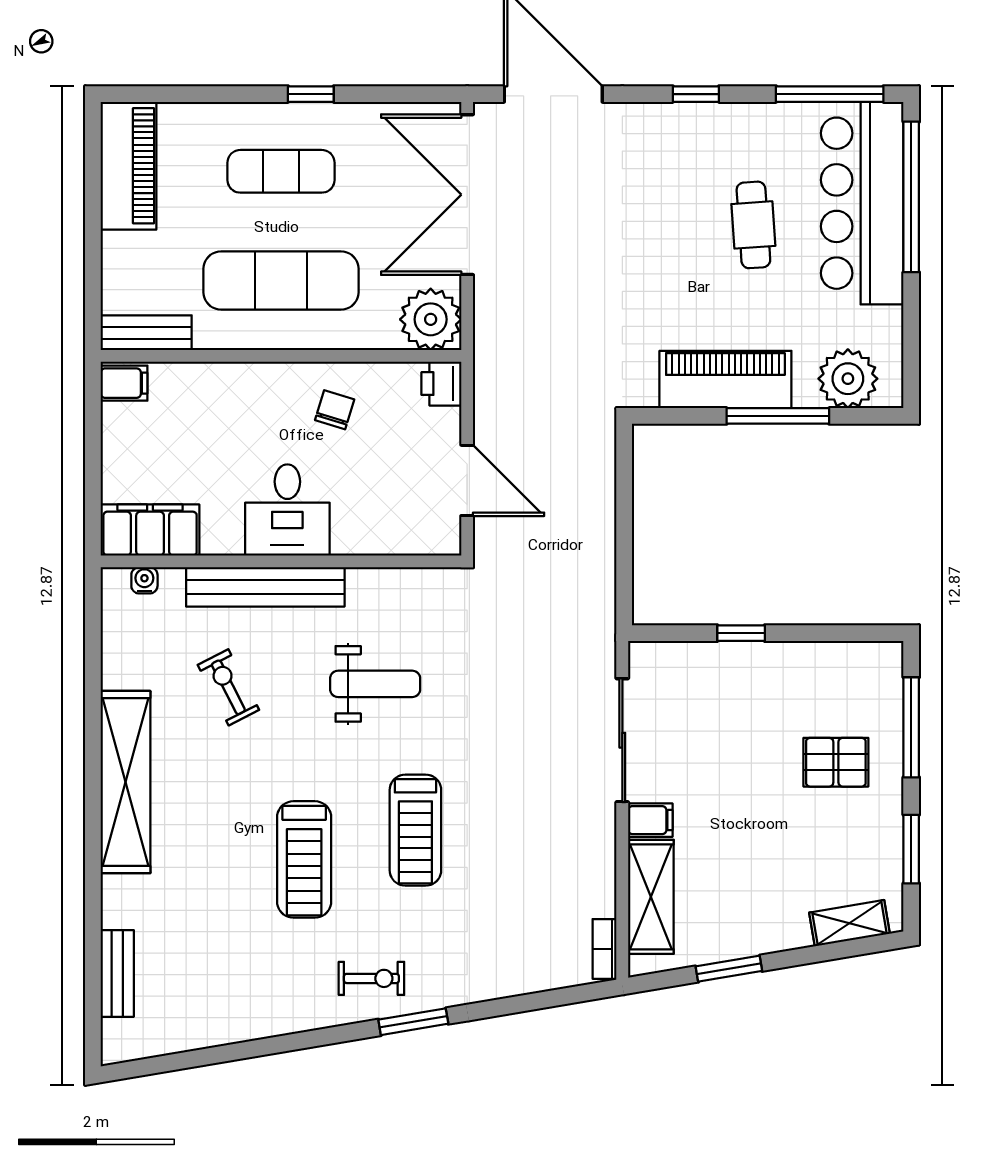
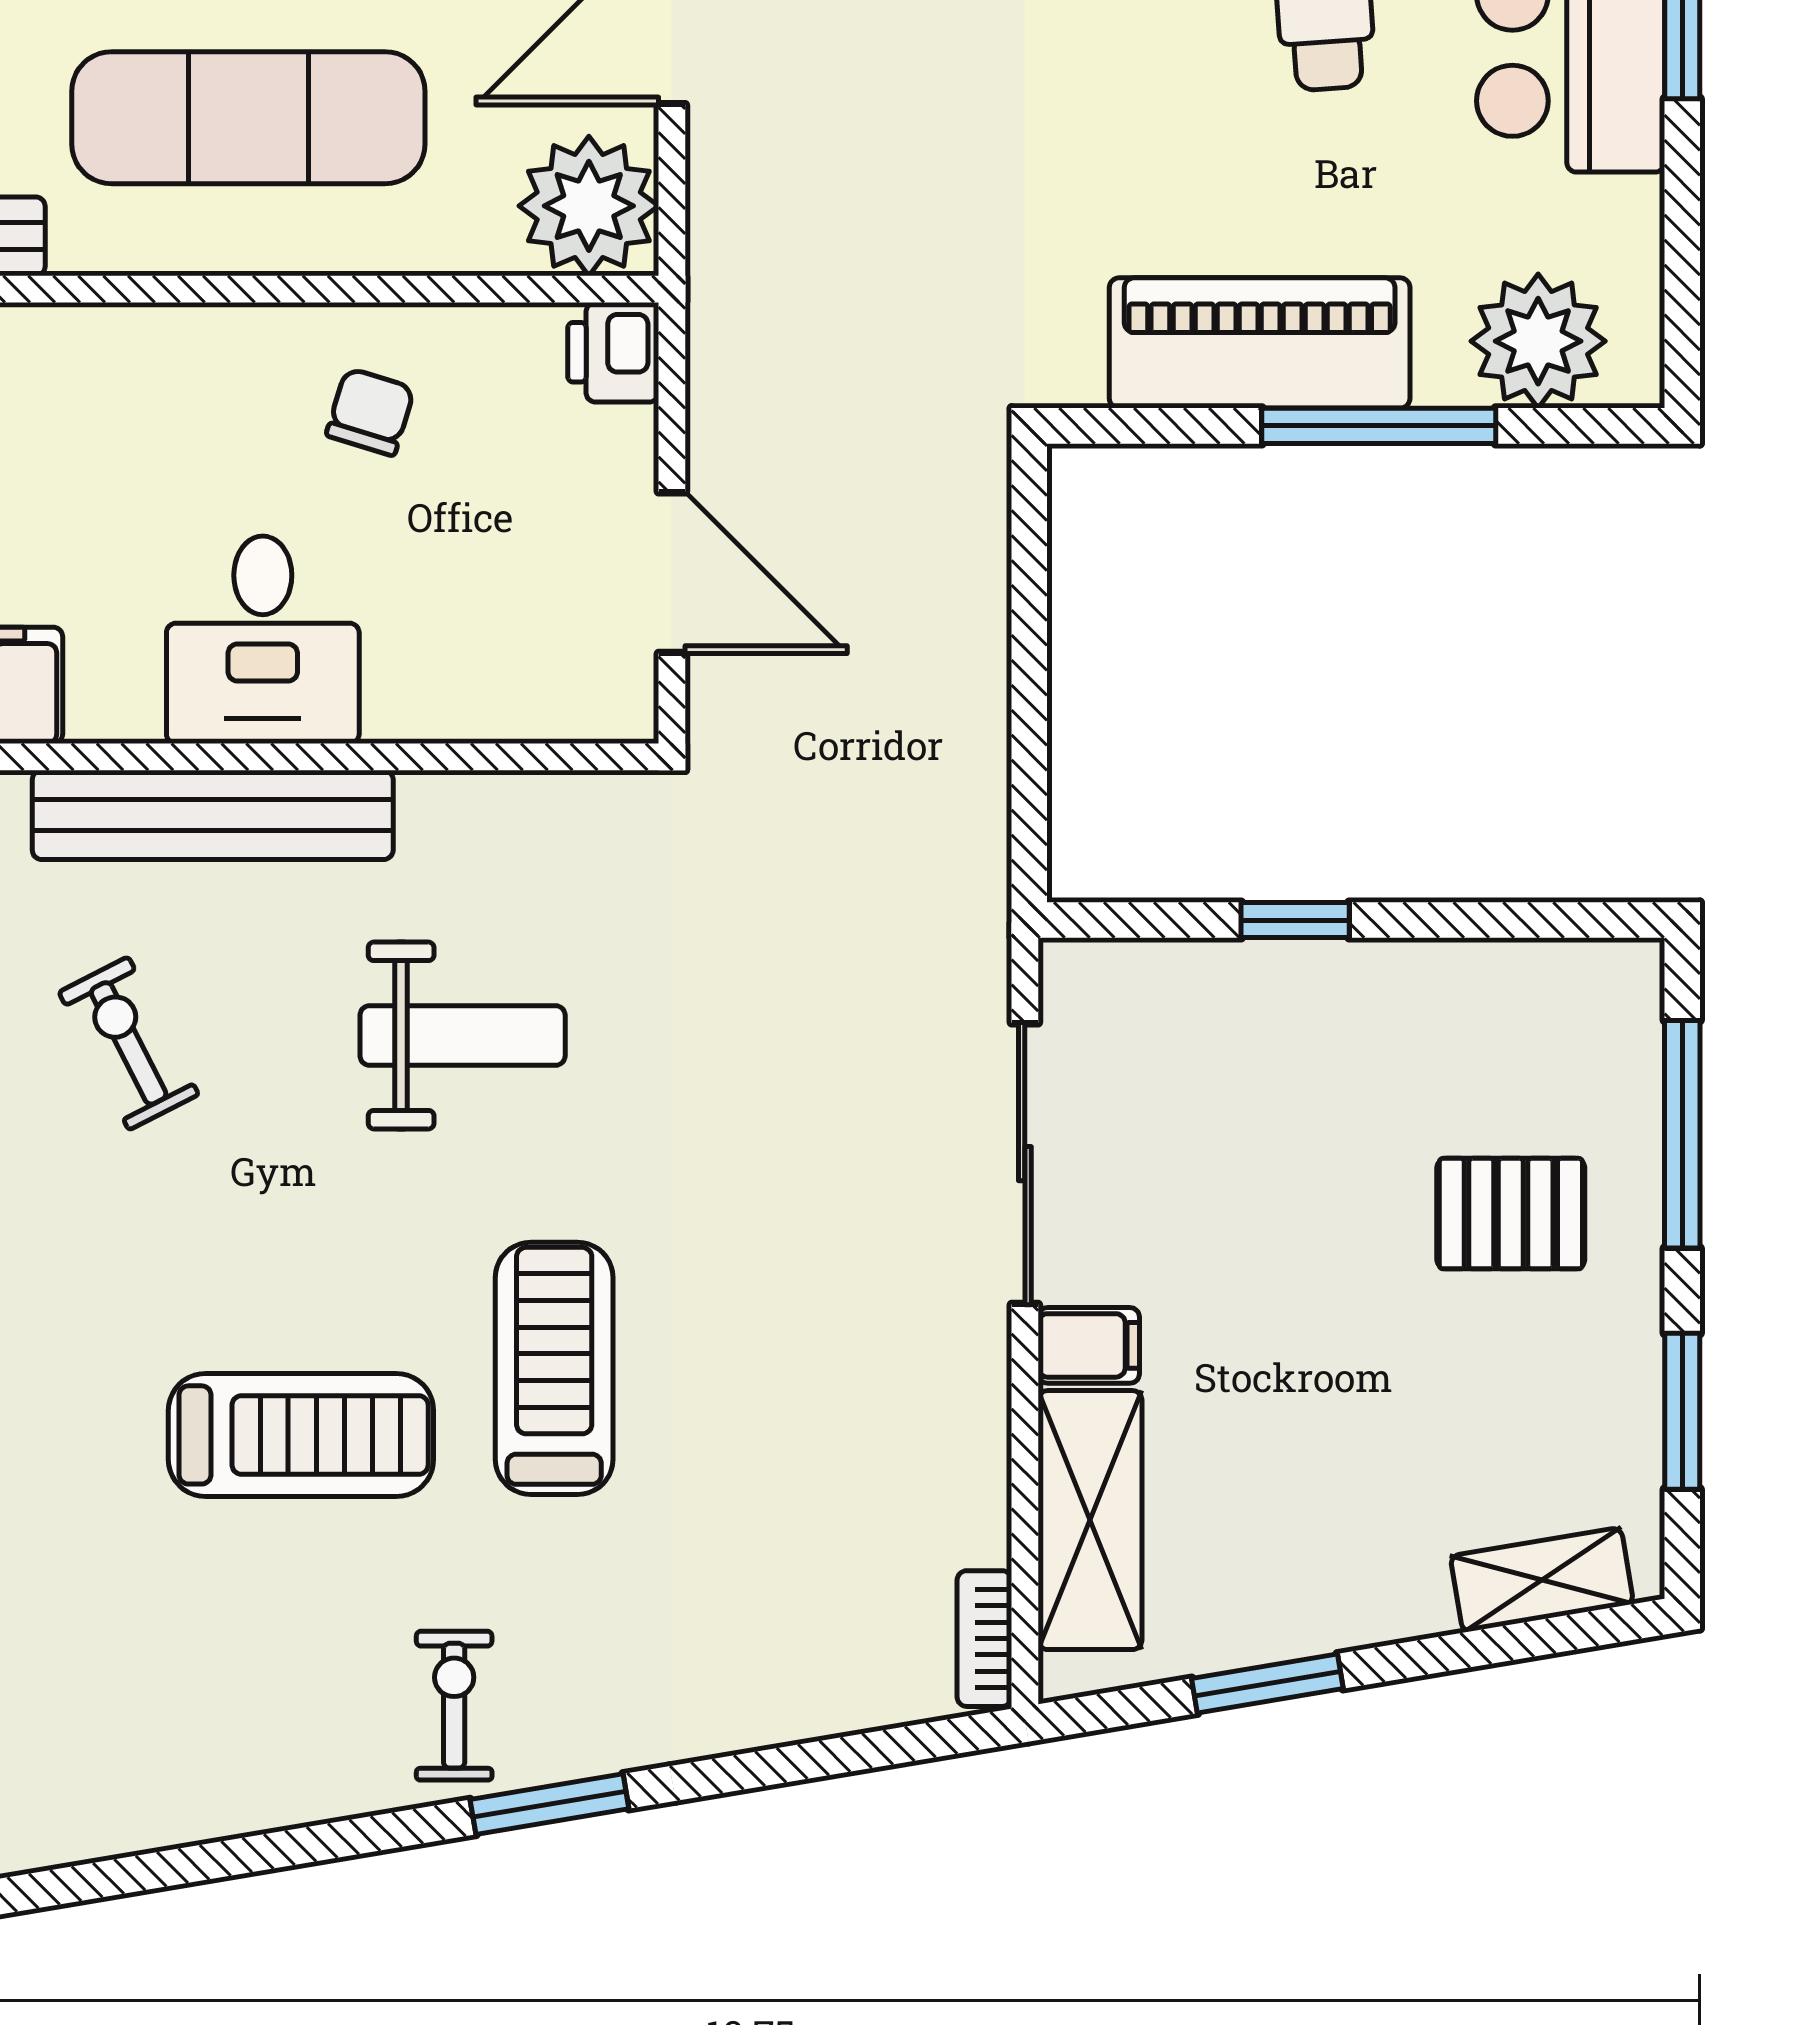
treadmill: (415, 830) -> (554, 1368), turned 180
treadmill: (304, 859) -> (301, 1435), turned -90
exercise bike: (371, 978) -> (454, 1706), turned -90

